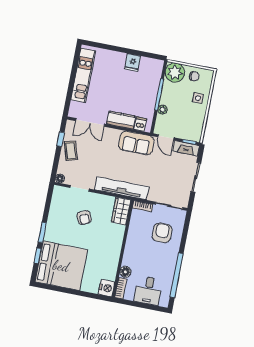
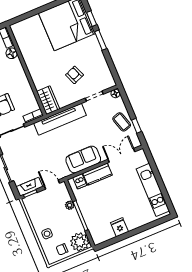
sofa: (136, 143) -> (83, 159), moved
nightstand: (107, 288) -> (18, 30), removed

